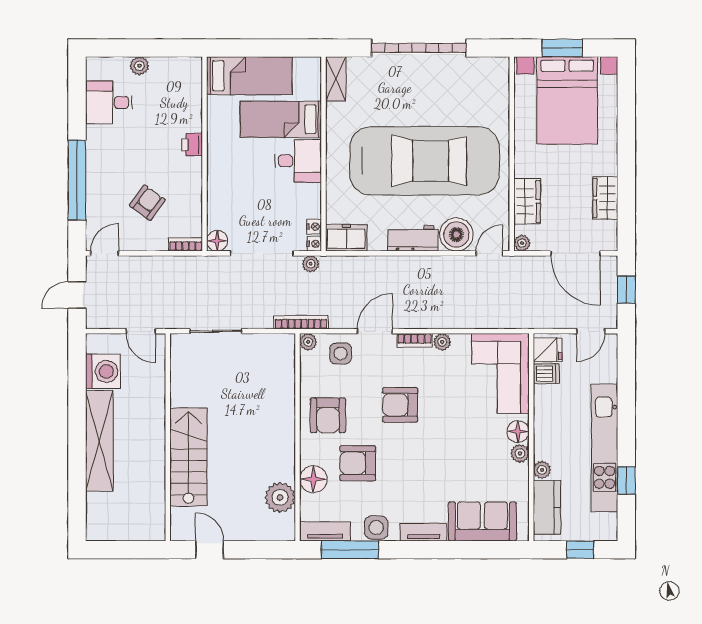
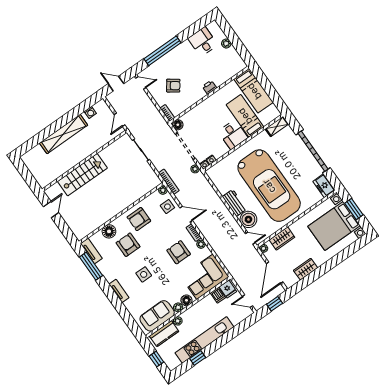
freezer: (346, 238) -> (324, 186), moved, turned 180
washing machine: (103, 371) -> (90, 112), width x0.53, depth x0.53
armchair: (400, 405) -> (179, 252), moved
plant: (280, 497) -> (92, 223), removed
sofa: (482, 521) -> (157, 316), moved, turned -90
side table: (376, 528) -> (144, 274), moved

